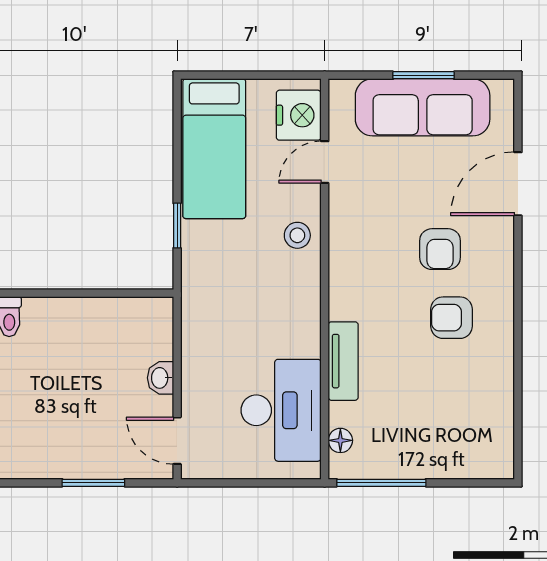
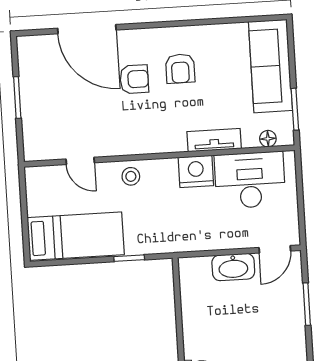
sofa: (423, 107) -> (270, 66), moved, turned 180
nightstand: (299, 115) -> (196, 171), moved
door: (518, 184) -> (87, 29), width x1.36
washbasin: (160, 378) -> (233, 267), width x1.91, depth x1.45
window: (381, 483) -> (295, 109), width x0.69

